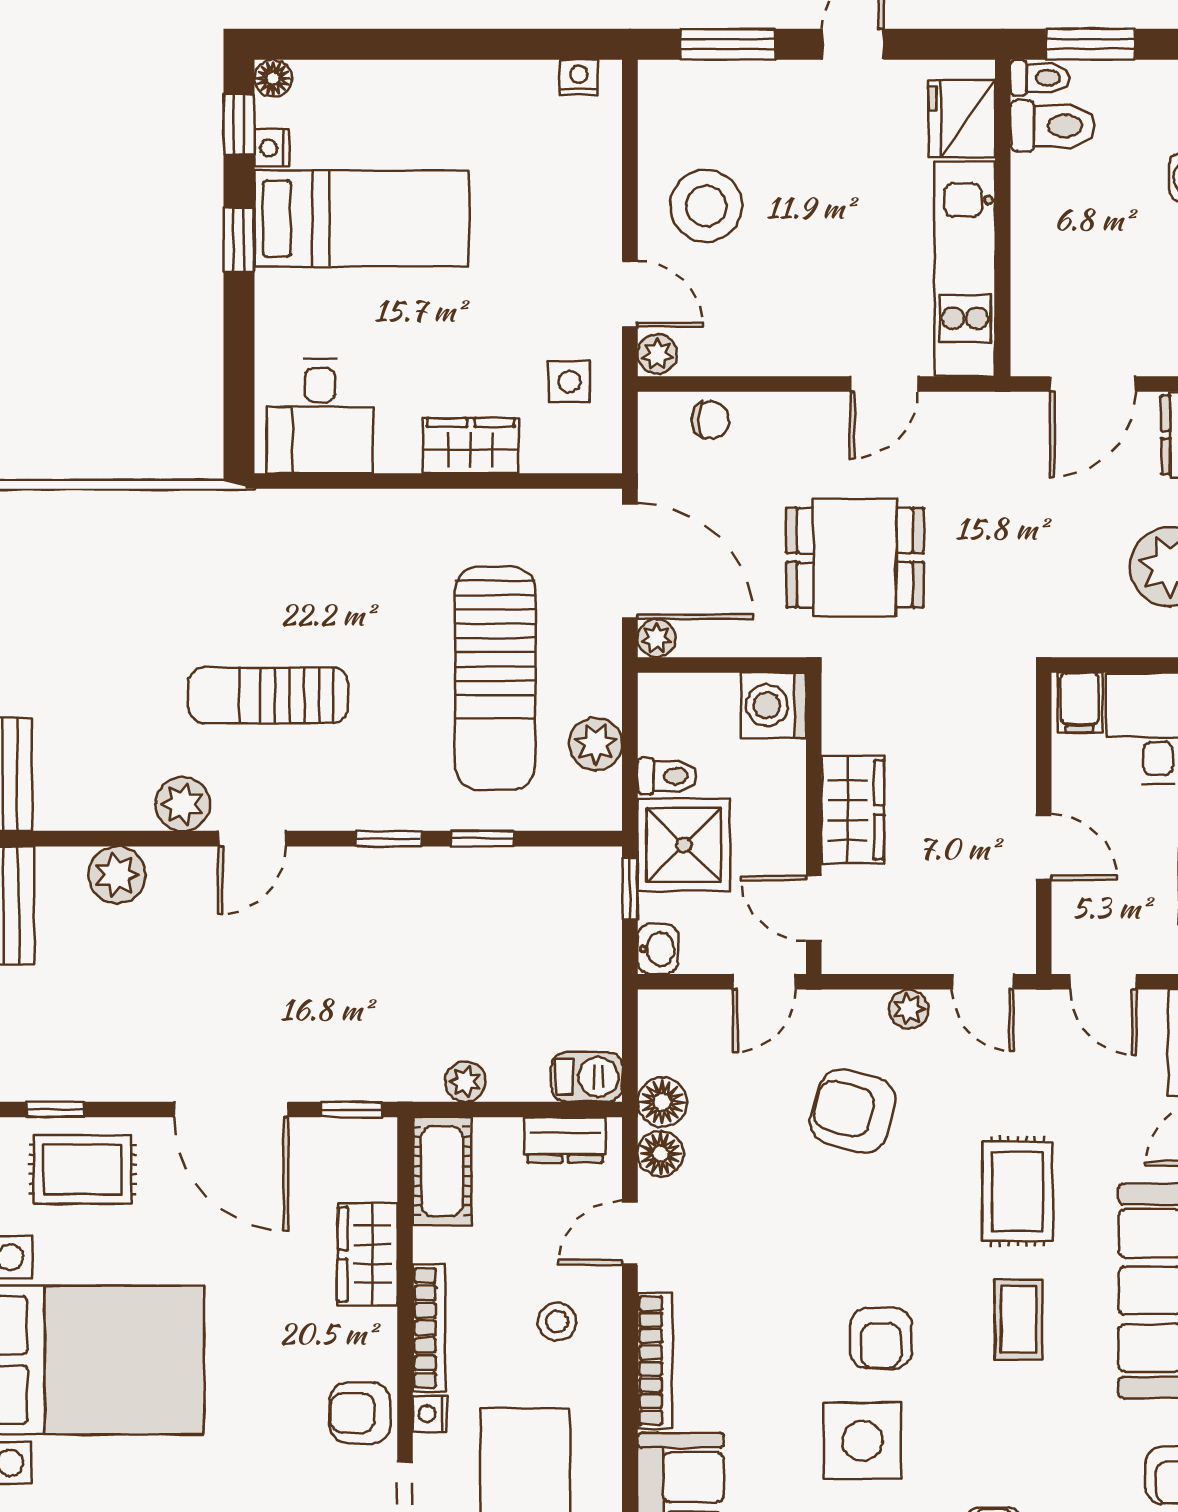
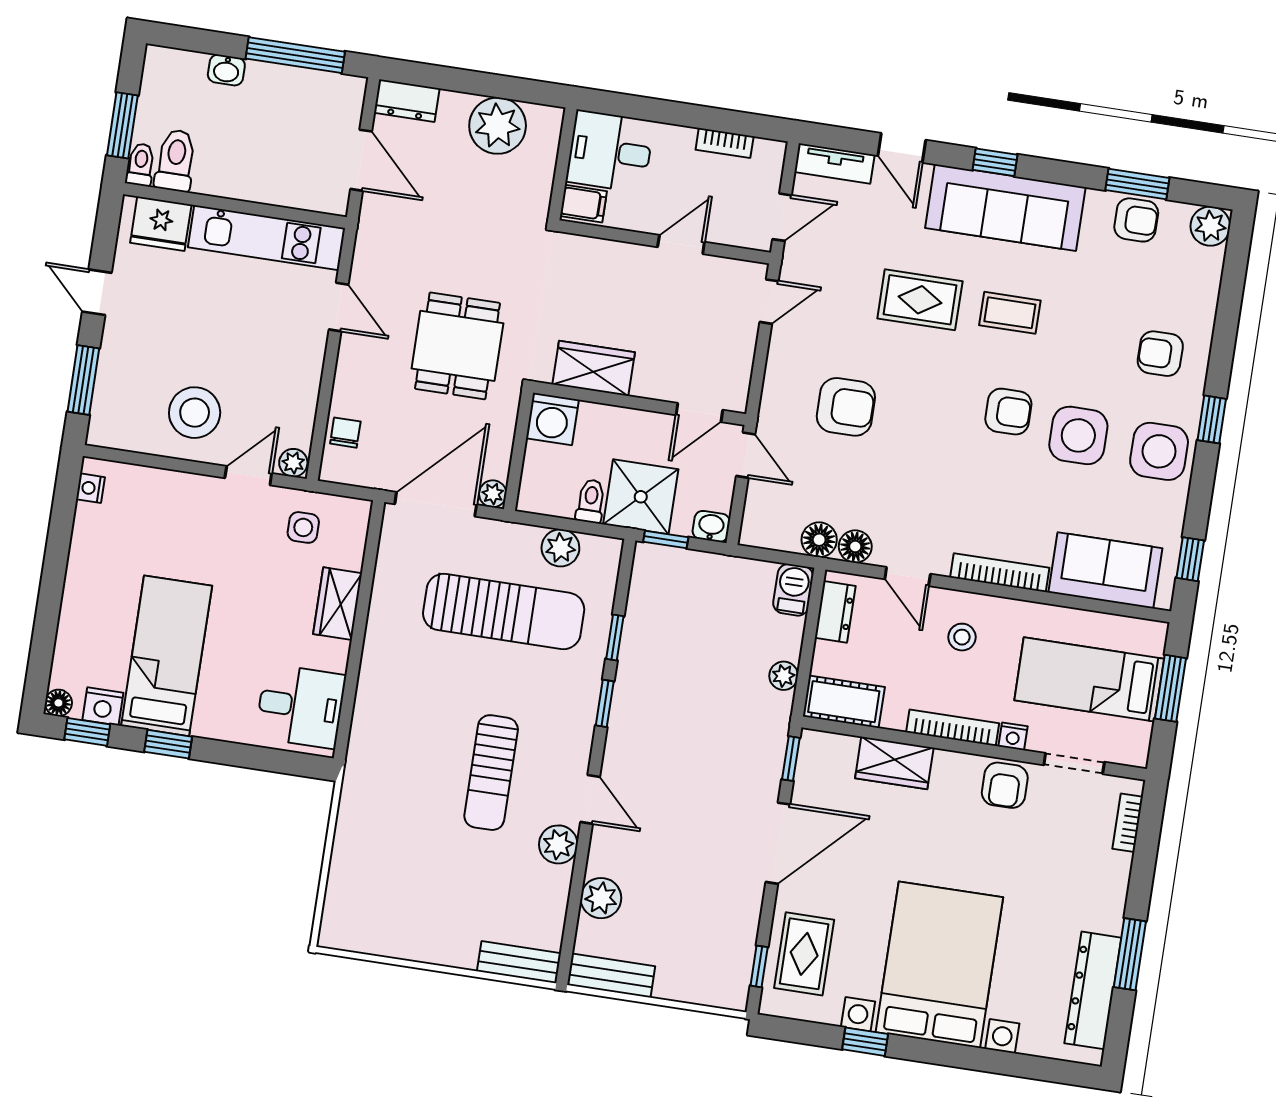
nightstand: (272, 148) -> (103, 706), width x1.39, depth x1.35
wardrobe: (853, 810) -> (594, 368), moved
plant: (909, 1009) -> (780, 357), removed
armchair: (853, 1111) -> (846, 407), turned -105

